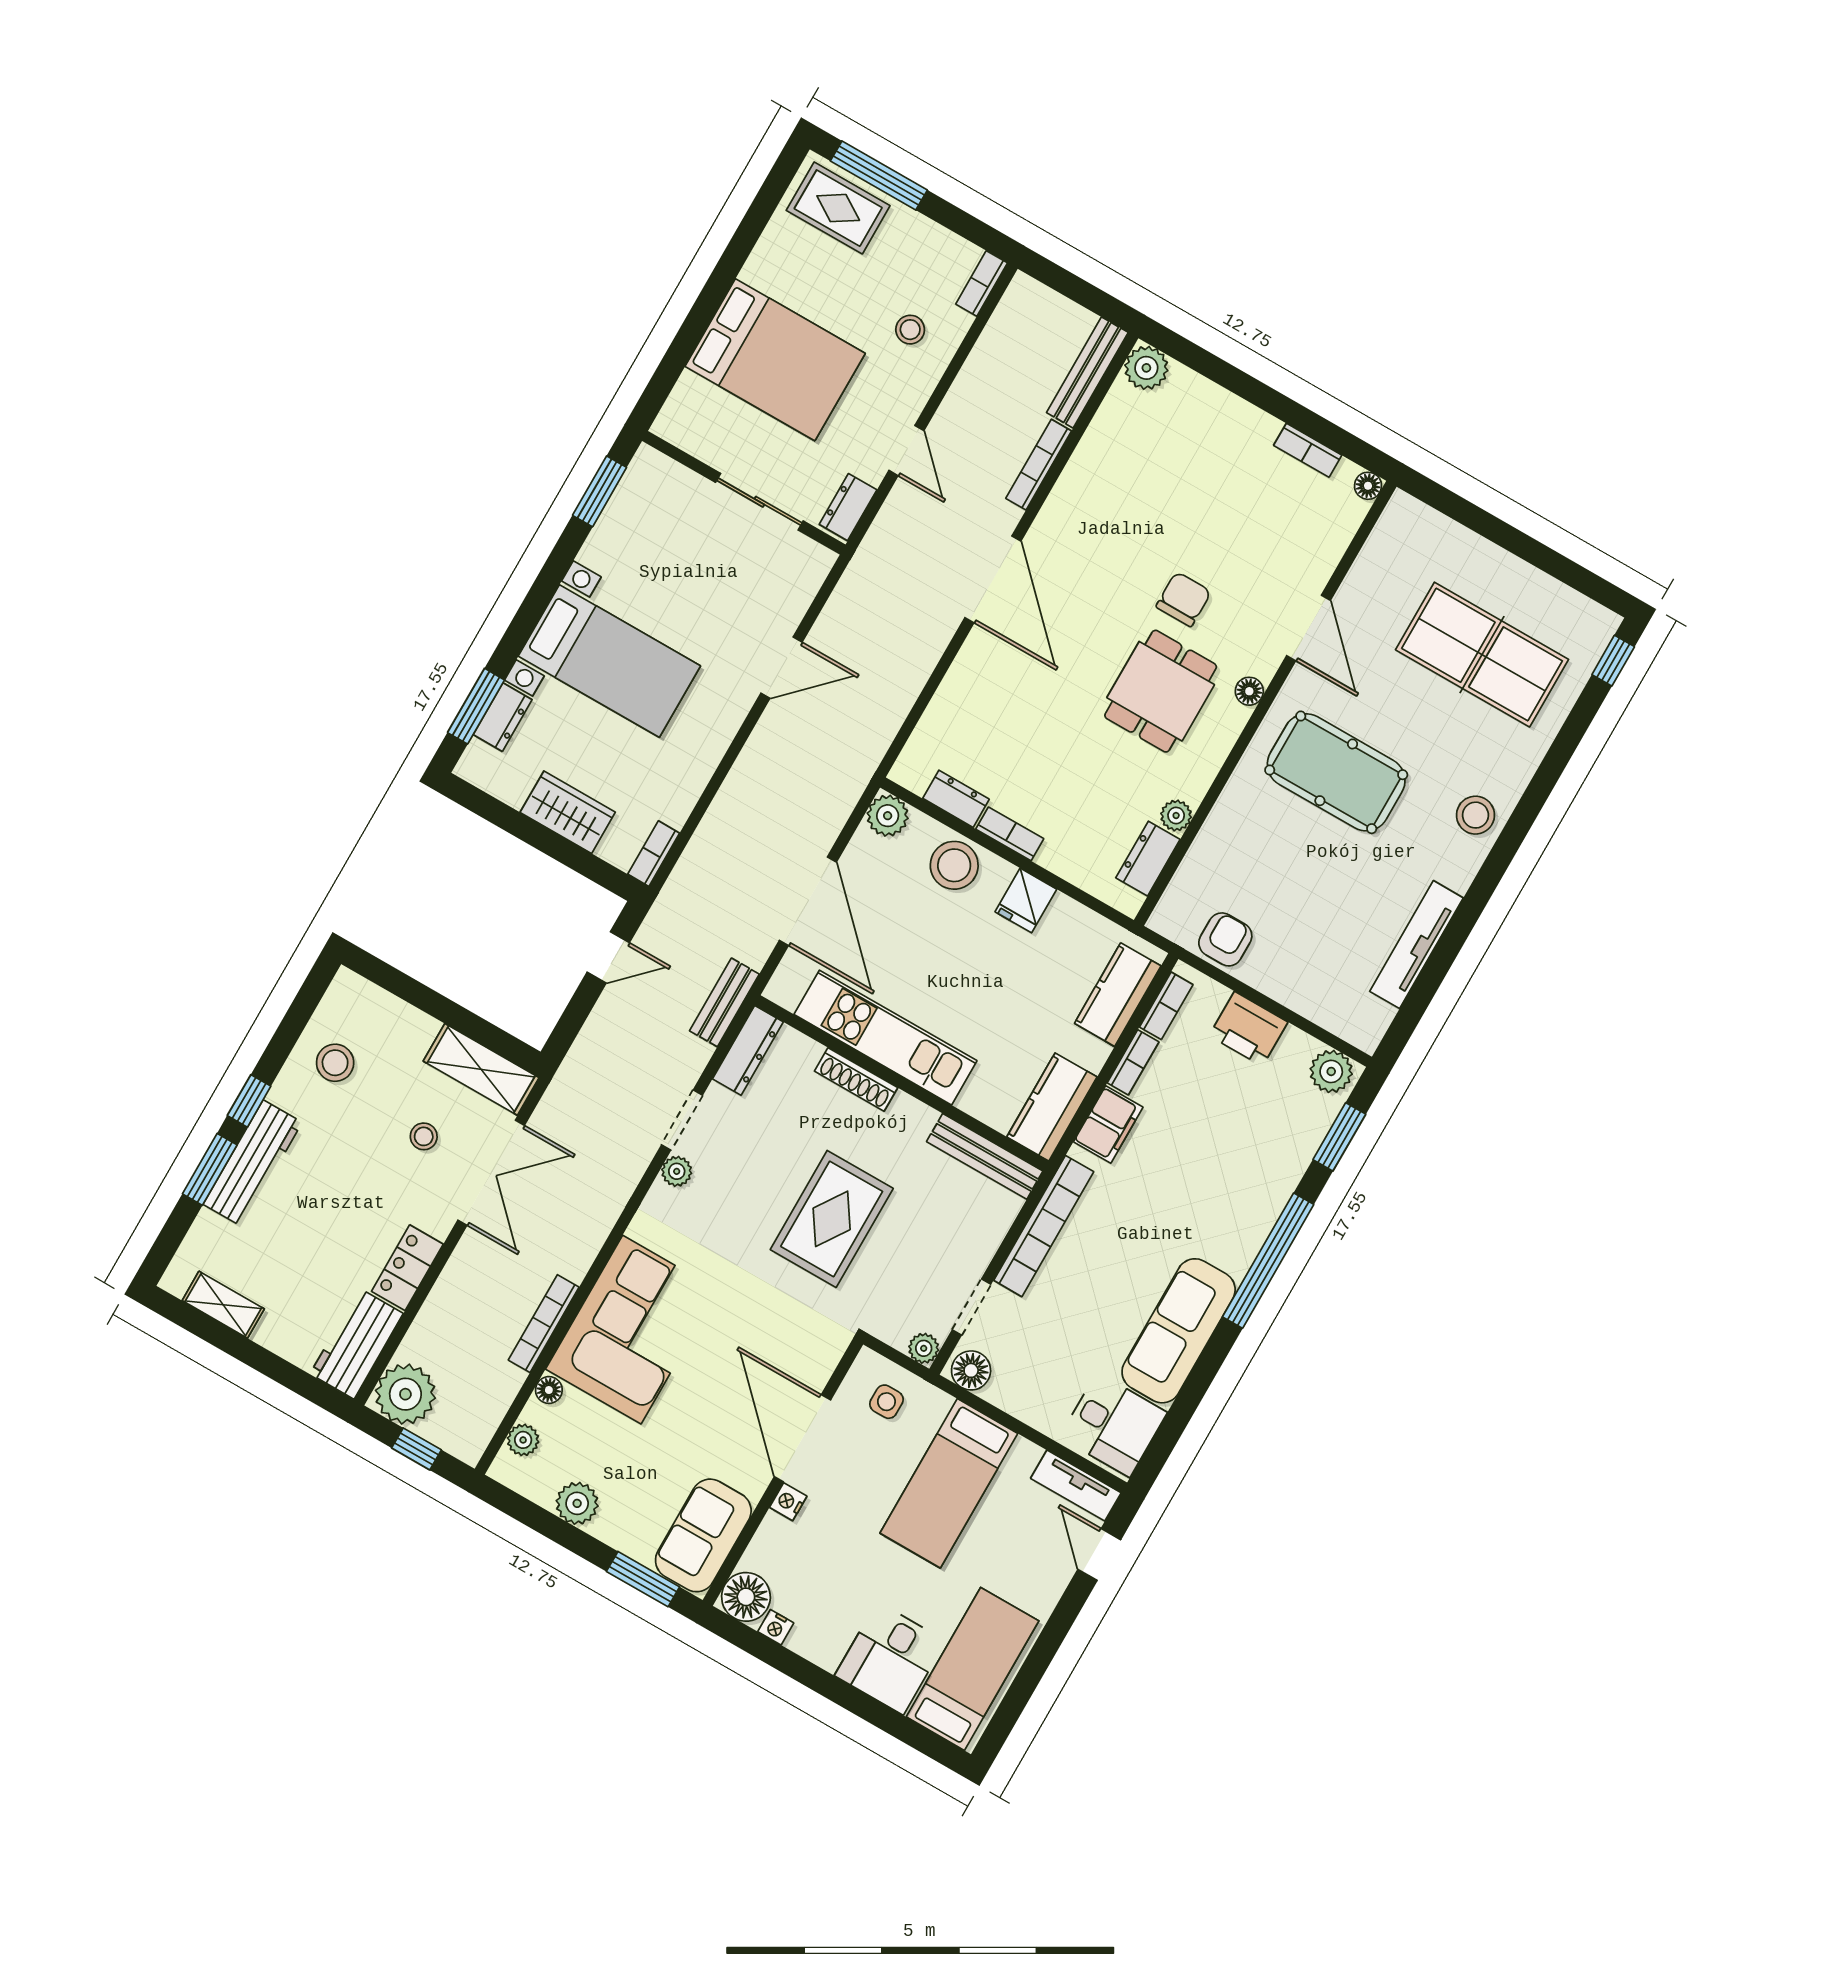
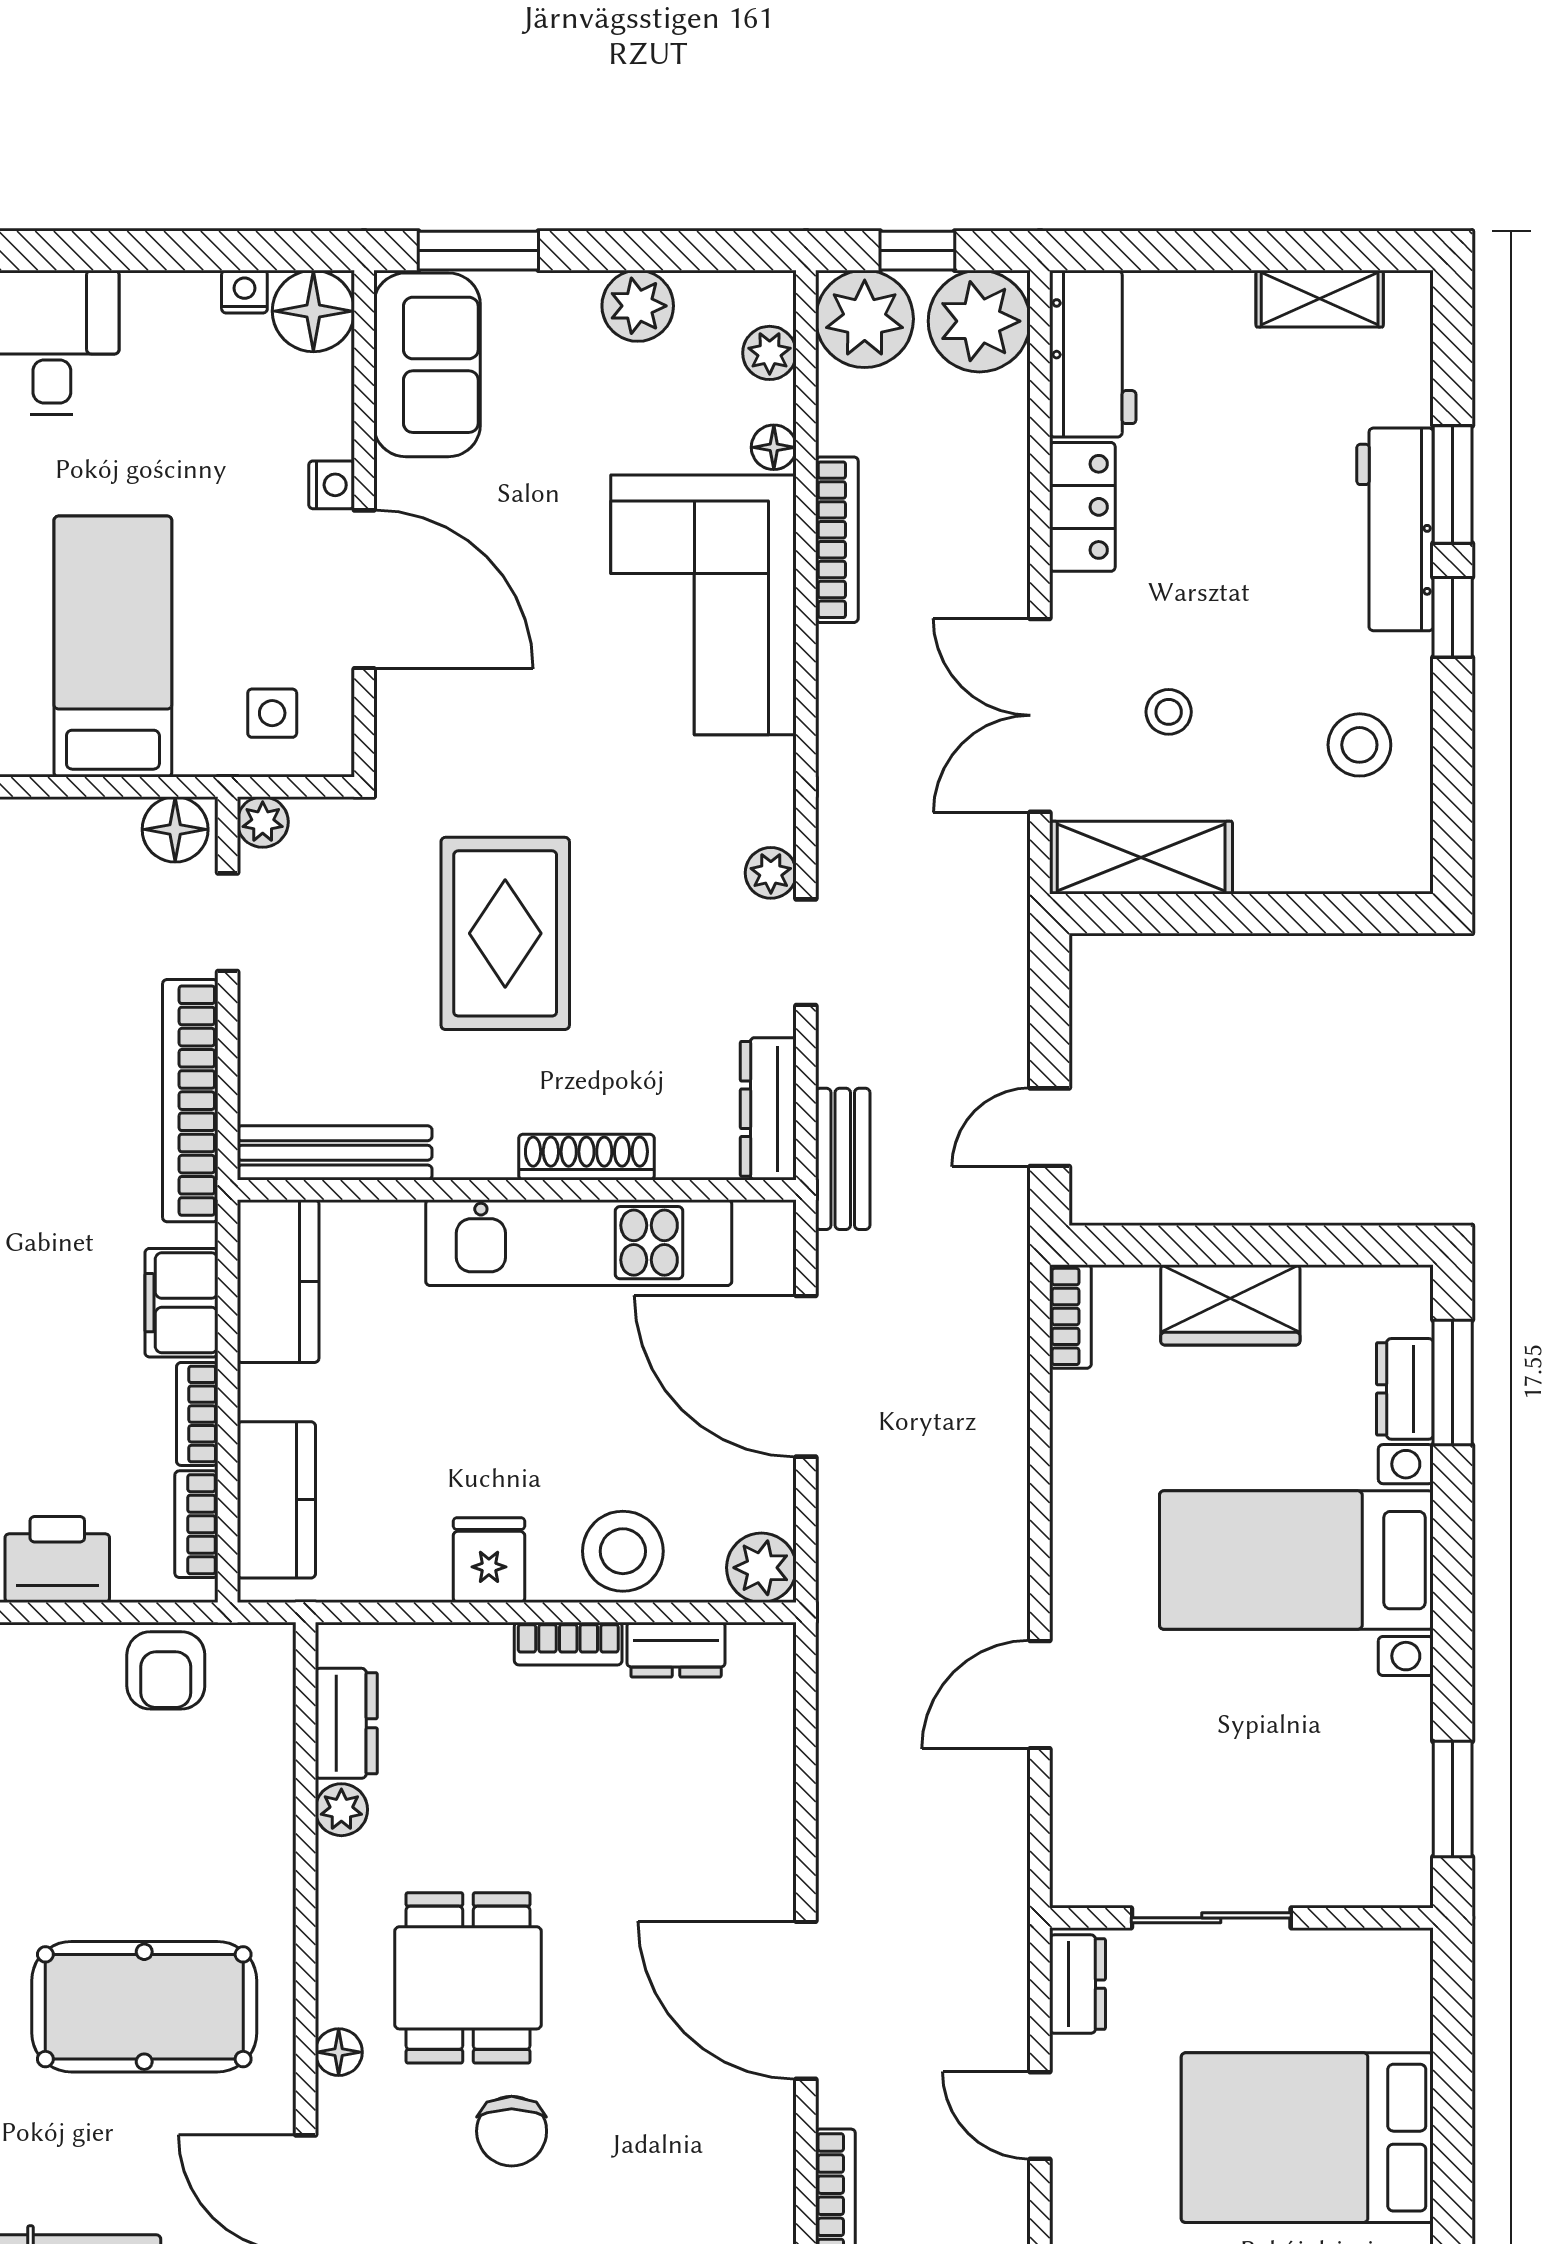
plant: (464, 1429) -> (865, 319), added

